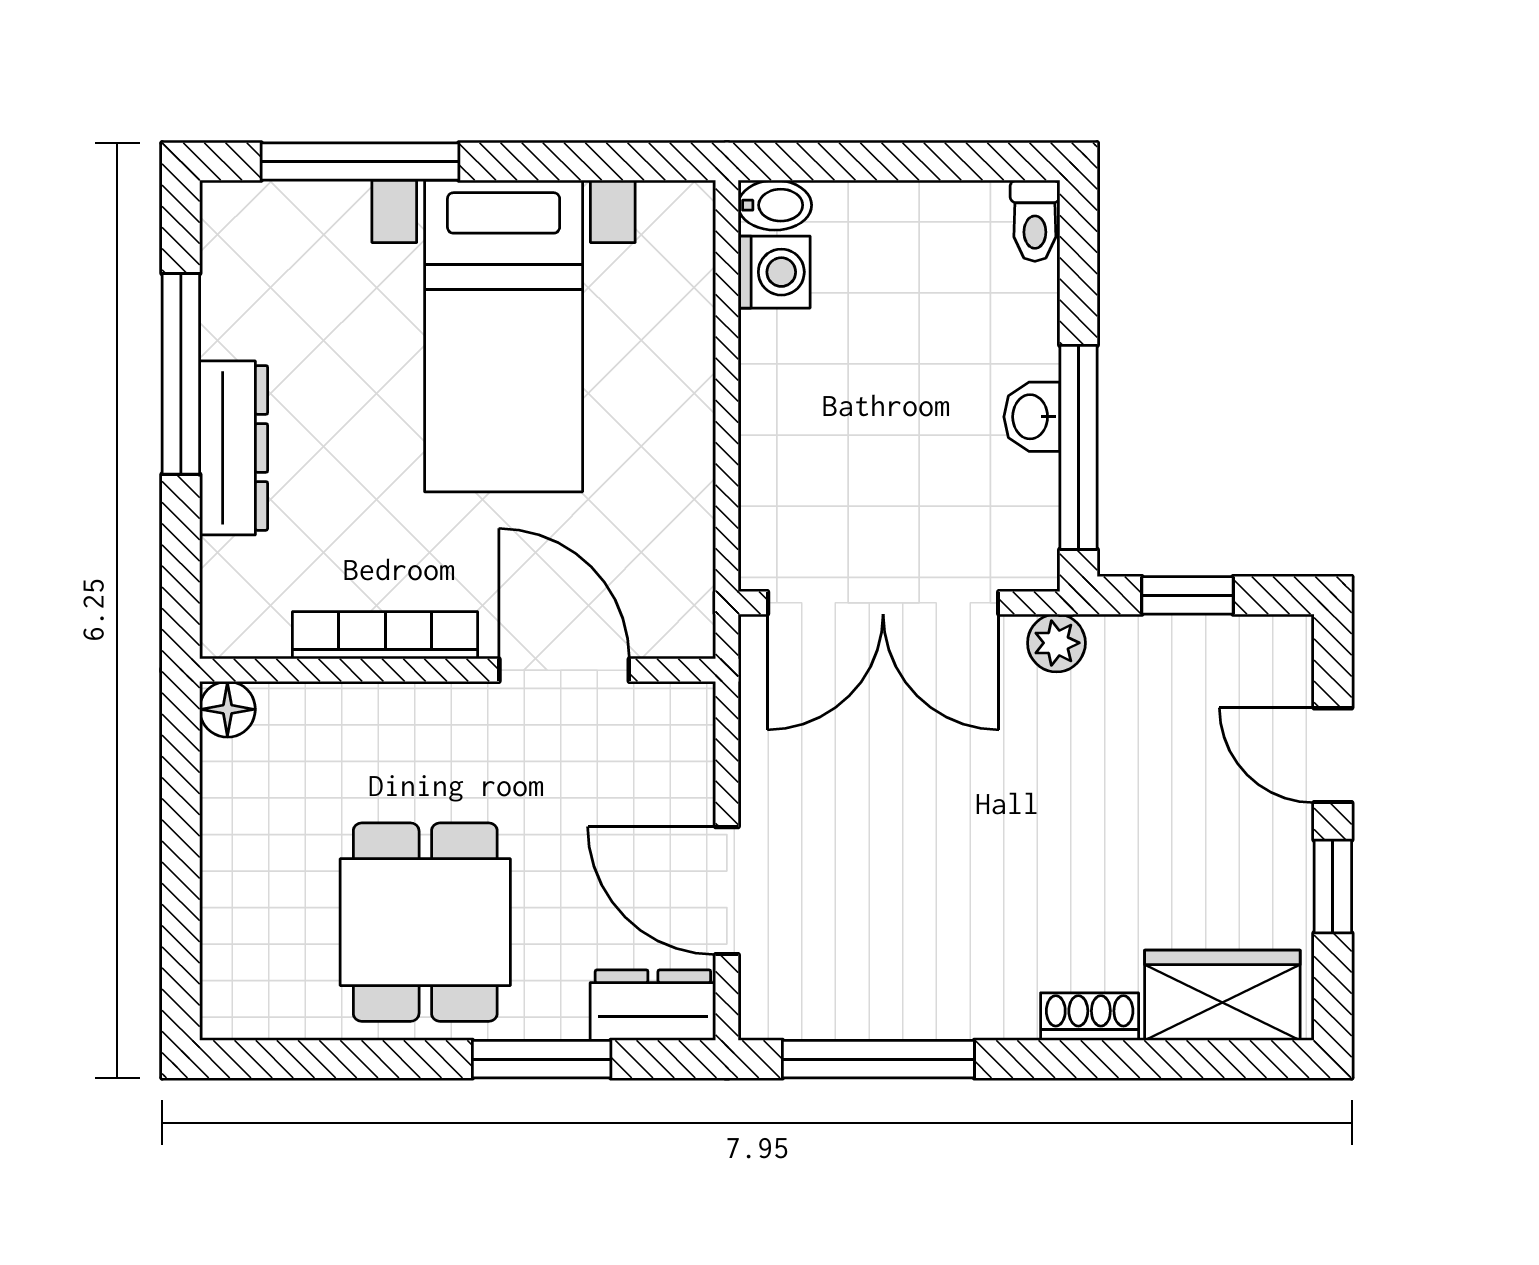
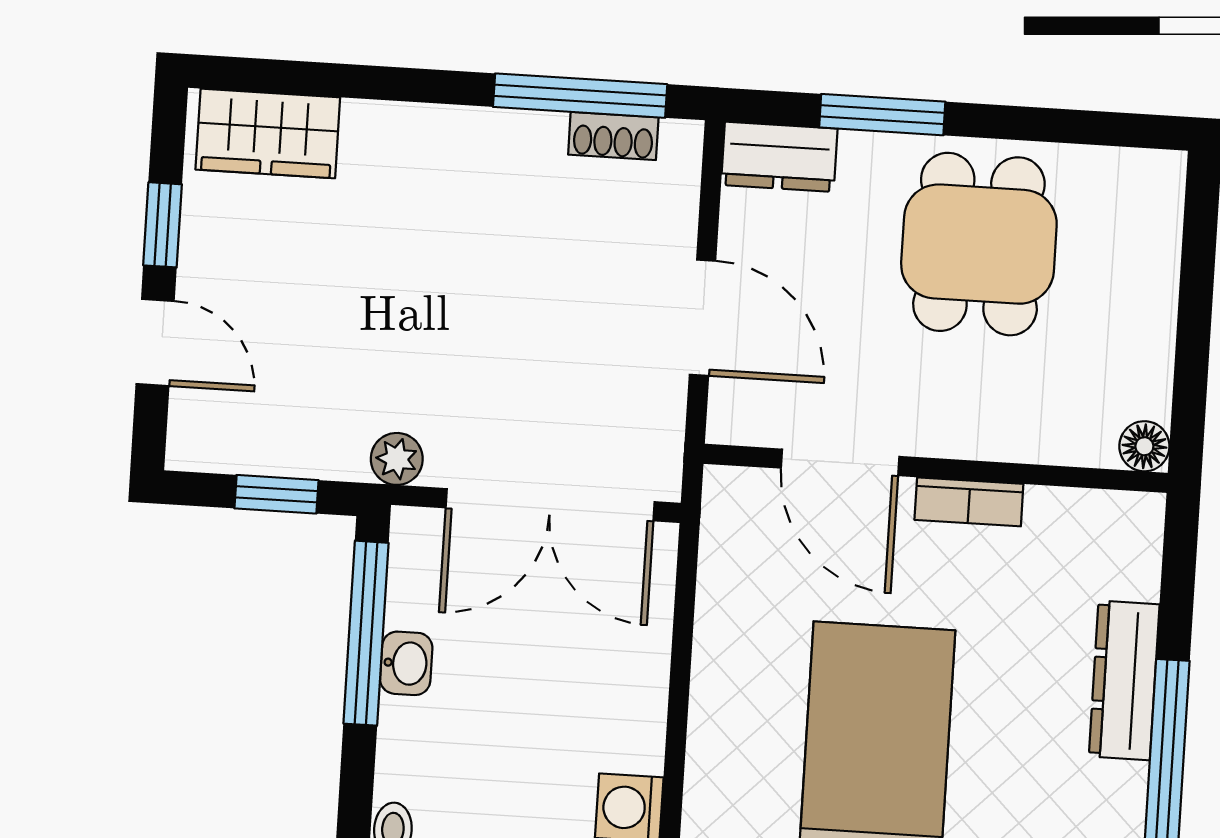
double door: (883, 603) -> (550, 505), swing flipped
bookcase: (385, 635) -> (969, 502), width x0.64
door: (727, 891) -> (703, 318), moved
shoe rack: (1090, 1017) -> (613, 136), moved

